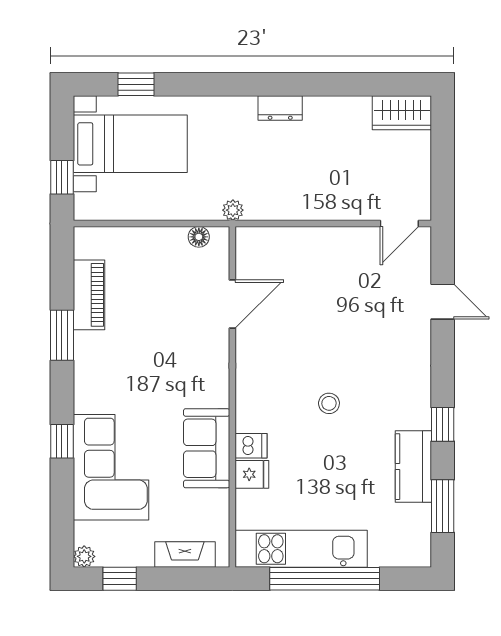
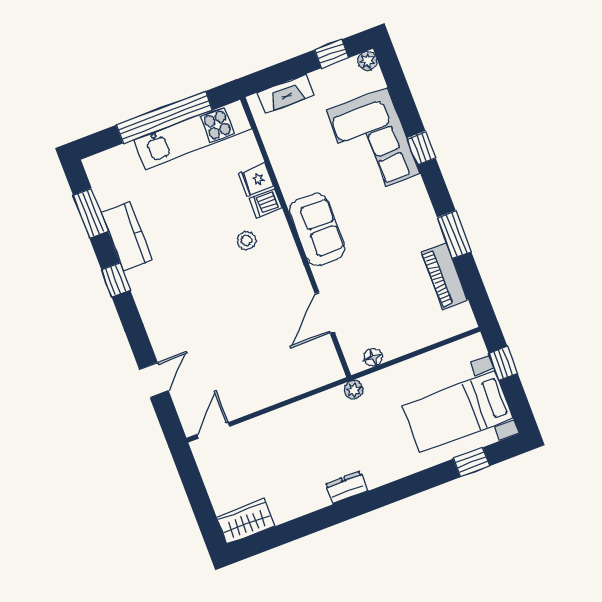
door: (443, 302) -> (154, 380), swing flipped
stool: (329, 403) -> (246, 241), moved
sofa: (207, 448) -> (317, 230), moved

